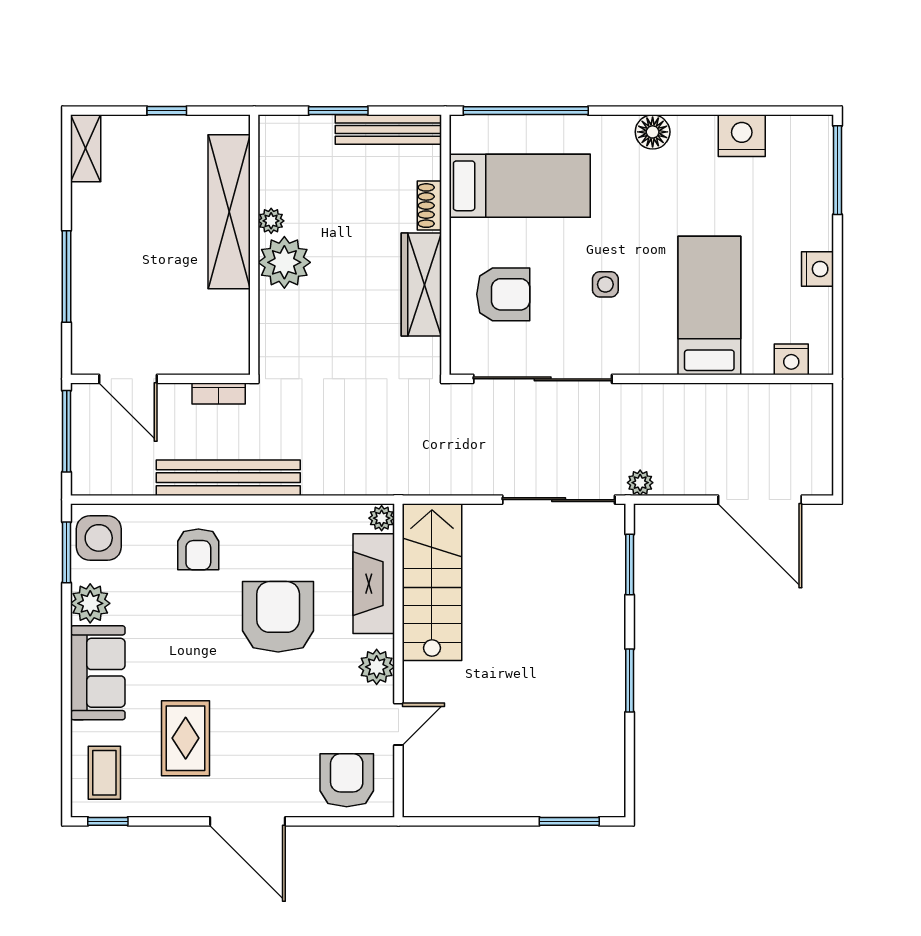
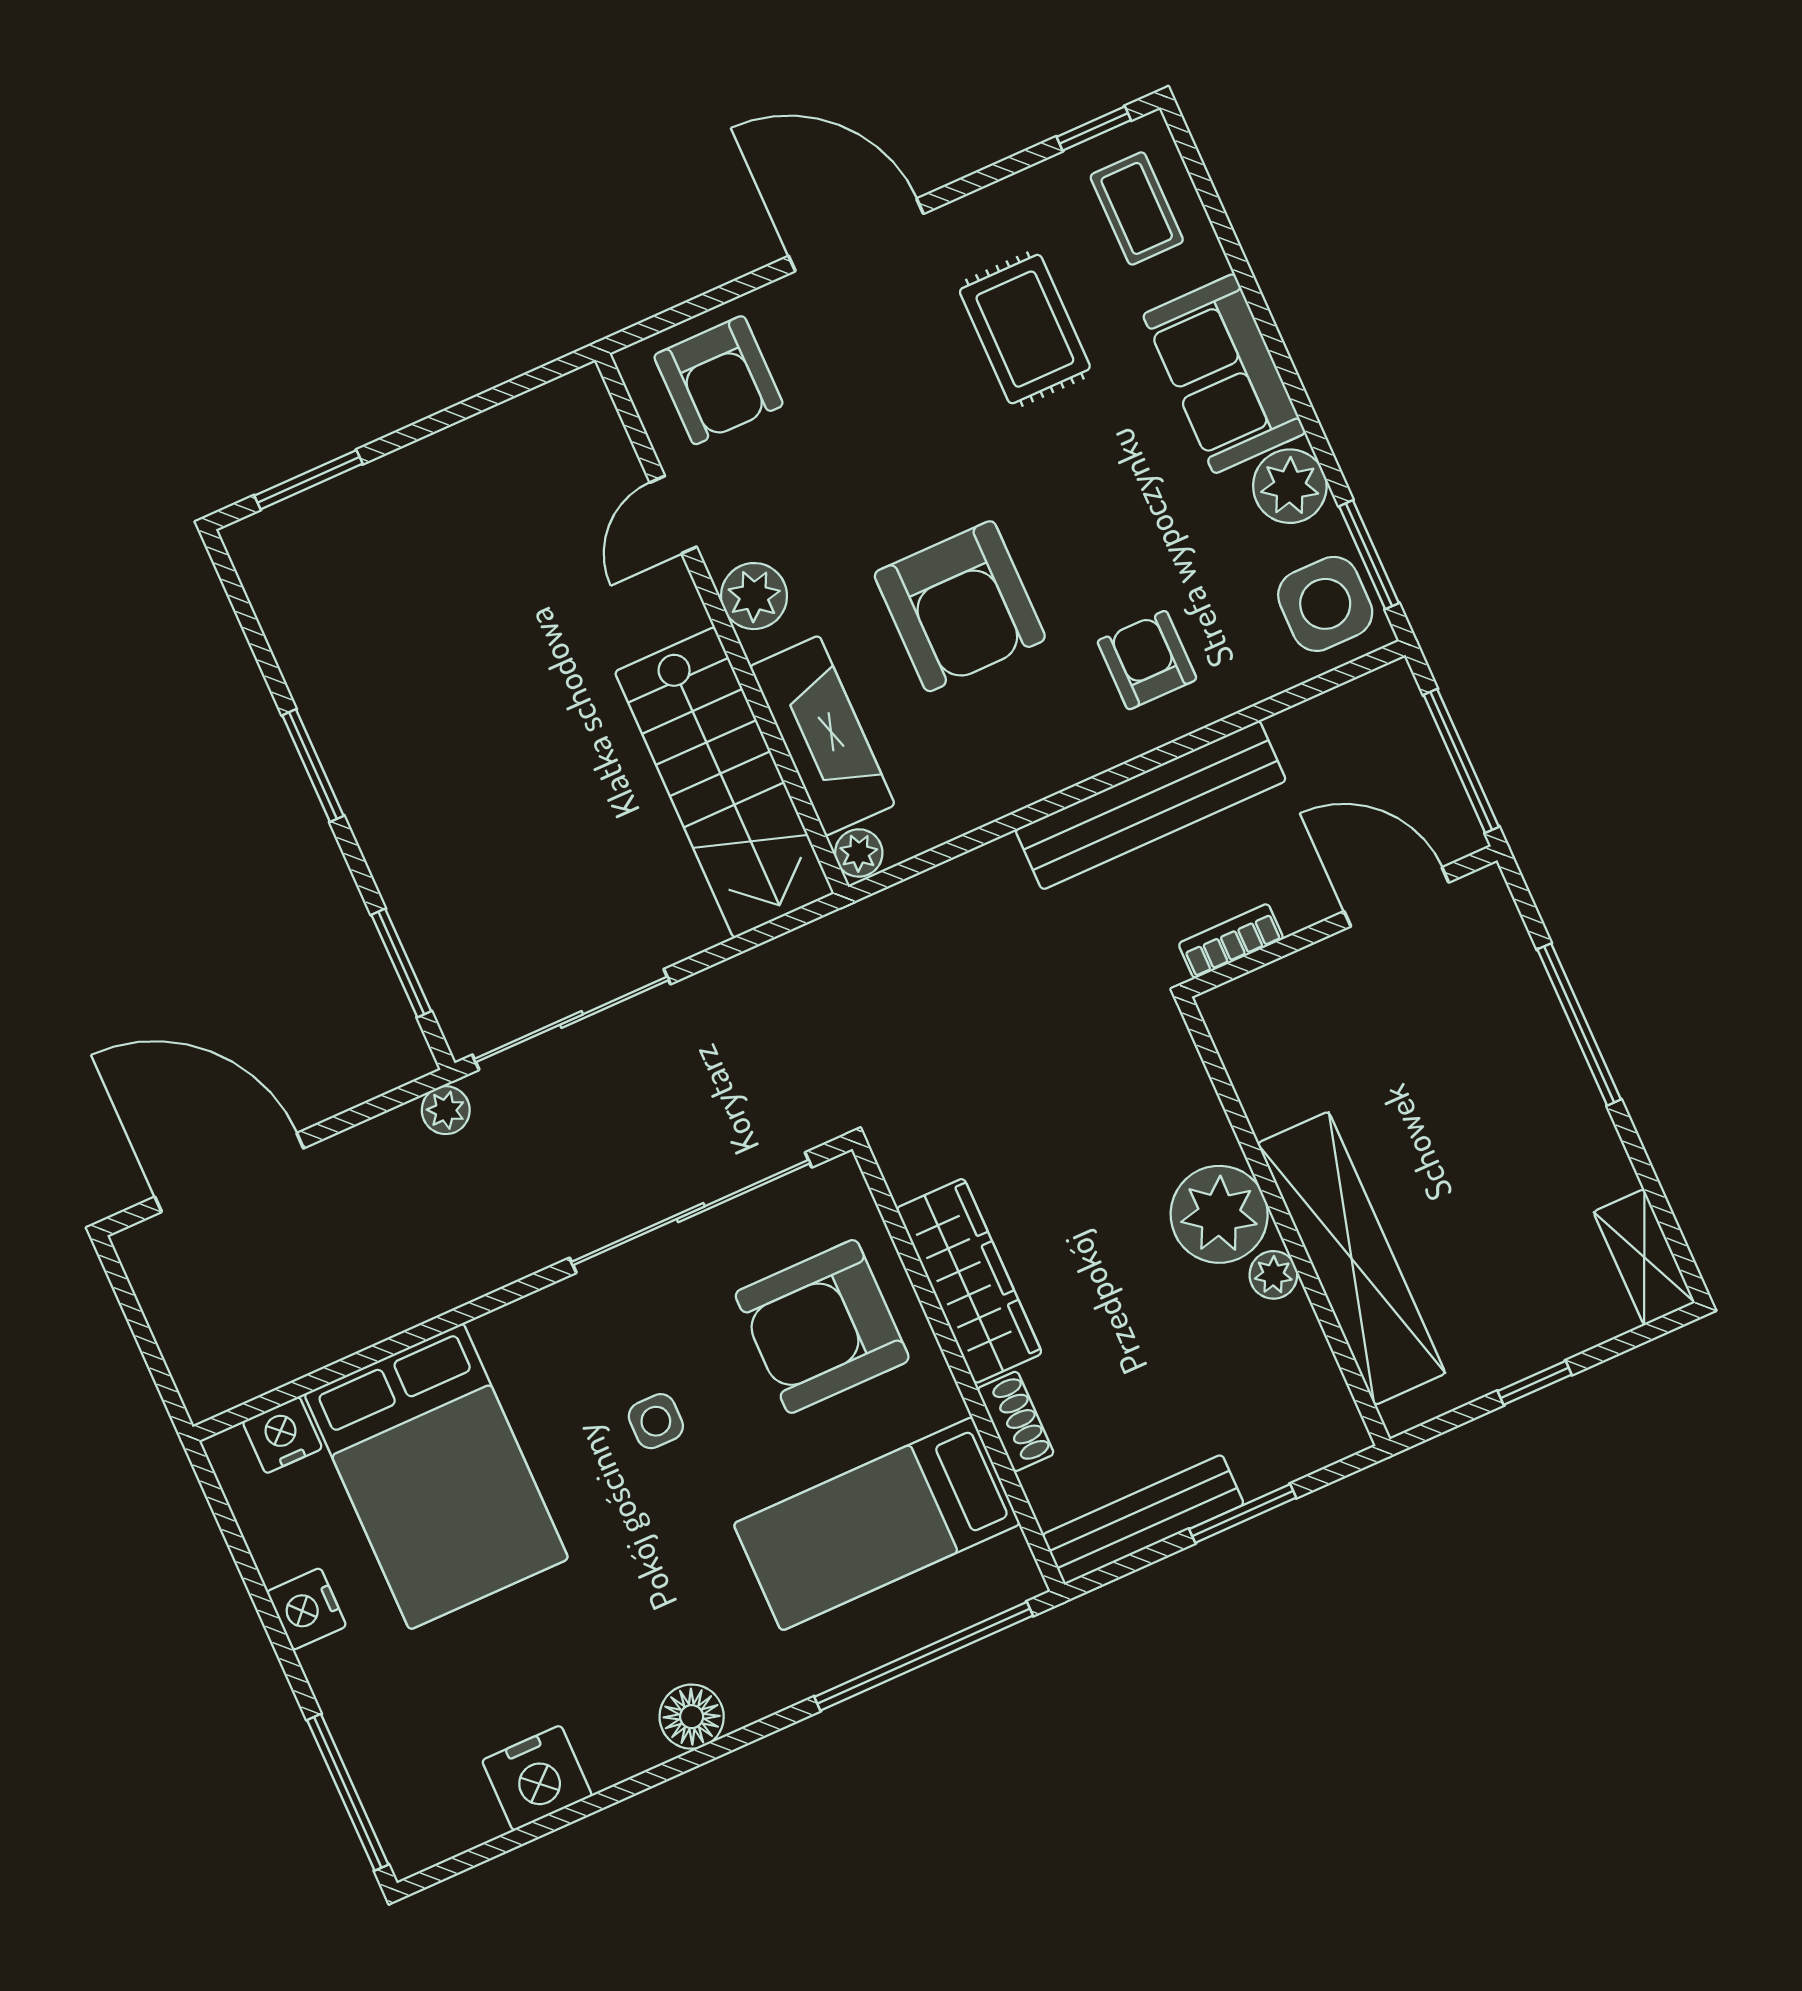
armchair: (503, 294) -> (822, 1326), width x1.36, depth x1.36
bed: (709, 305) -> (436, 1476), width x1.50

